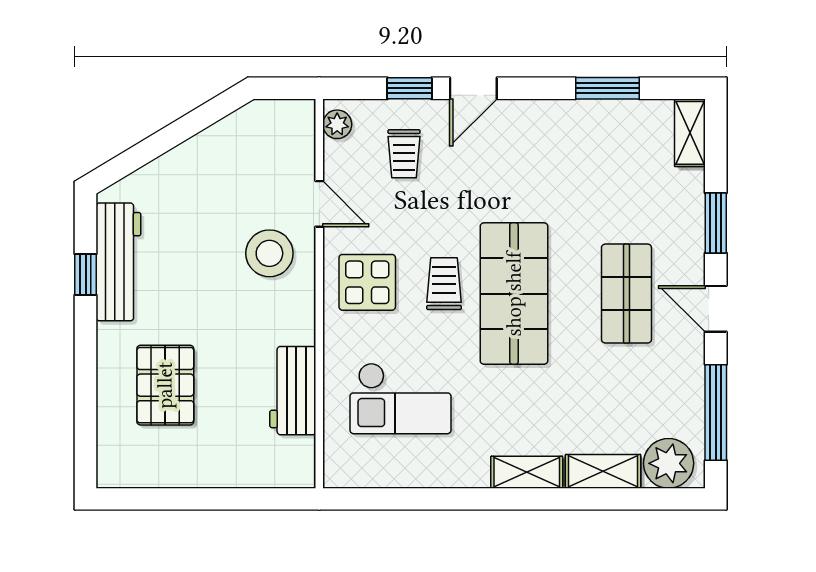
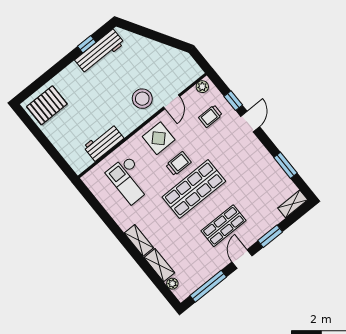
door: (473, 88) -> (250, 122), swing flipped
pallet: (165, 385) -> (47, 105), moved
plant: (669, 463) -> (172, 284), width x0.53, depth x0.53

